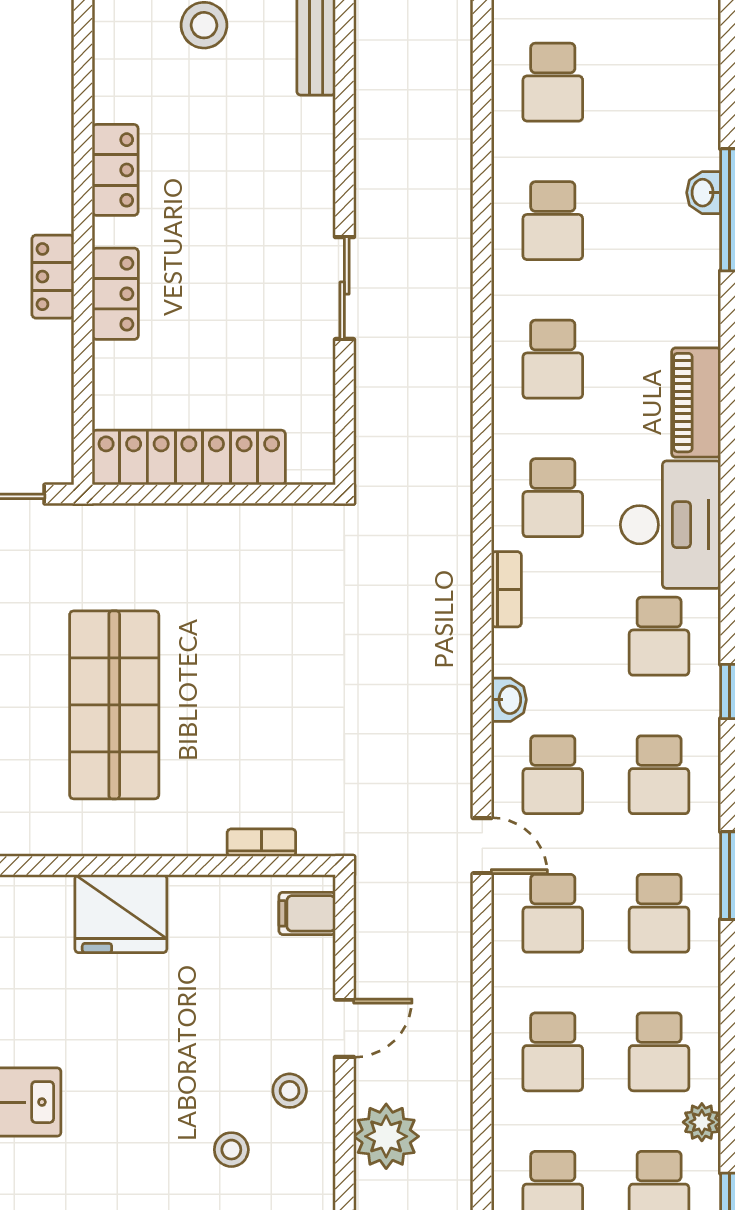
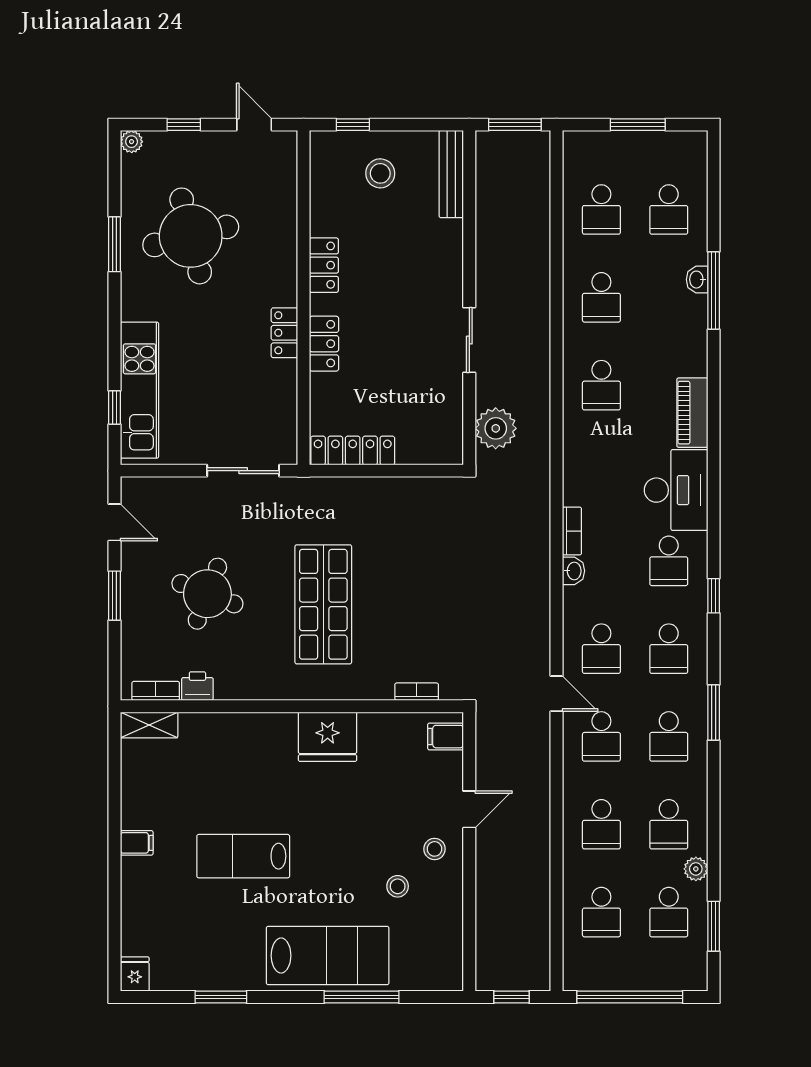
locker: (189, 458) -> (353, 450), width x0.71, depth x0.83
school desk: (553, 498) -> (669, 210), moved
washbasin: (509, 700) -> (573, 571), moved
plant: (386, 1136) -> (496, 428), moved

